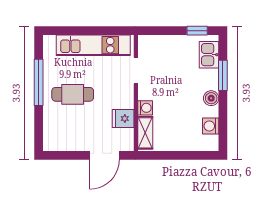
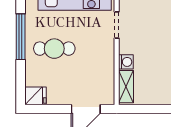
fridge: (123, 119) -> (35, 96), moved, turned 180

